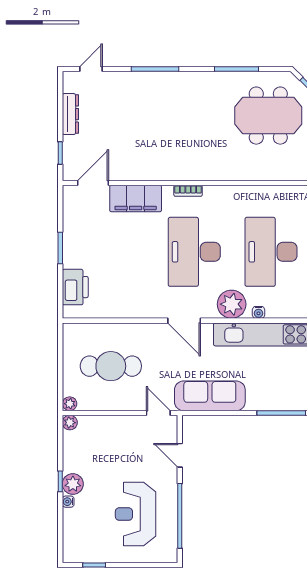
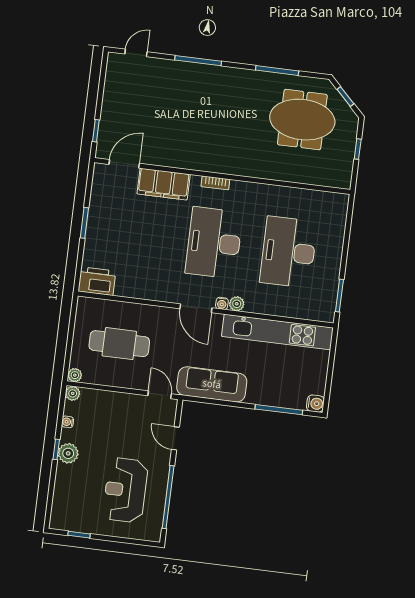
dresser: (70, 114) -> (111, 94), removed
printer: (75, 287) -> (97, 281), moved, turned -90
plant: (232, 304) -> (237, 304), width x0.53, depth x0.53
water cooler: (259, 312) -> (222, 303), moved
water cooler: (68, 502) -> (68, 422), moved

